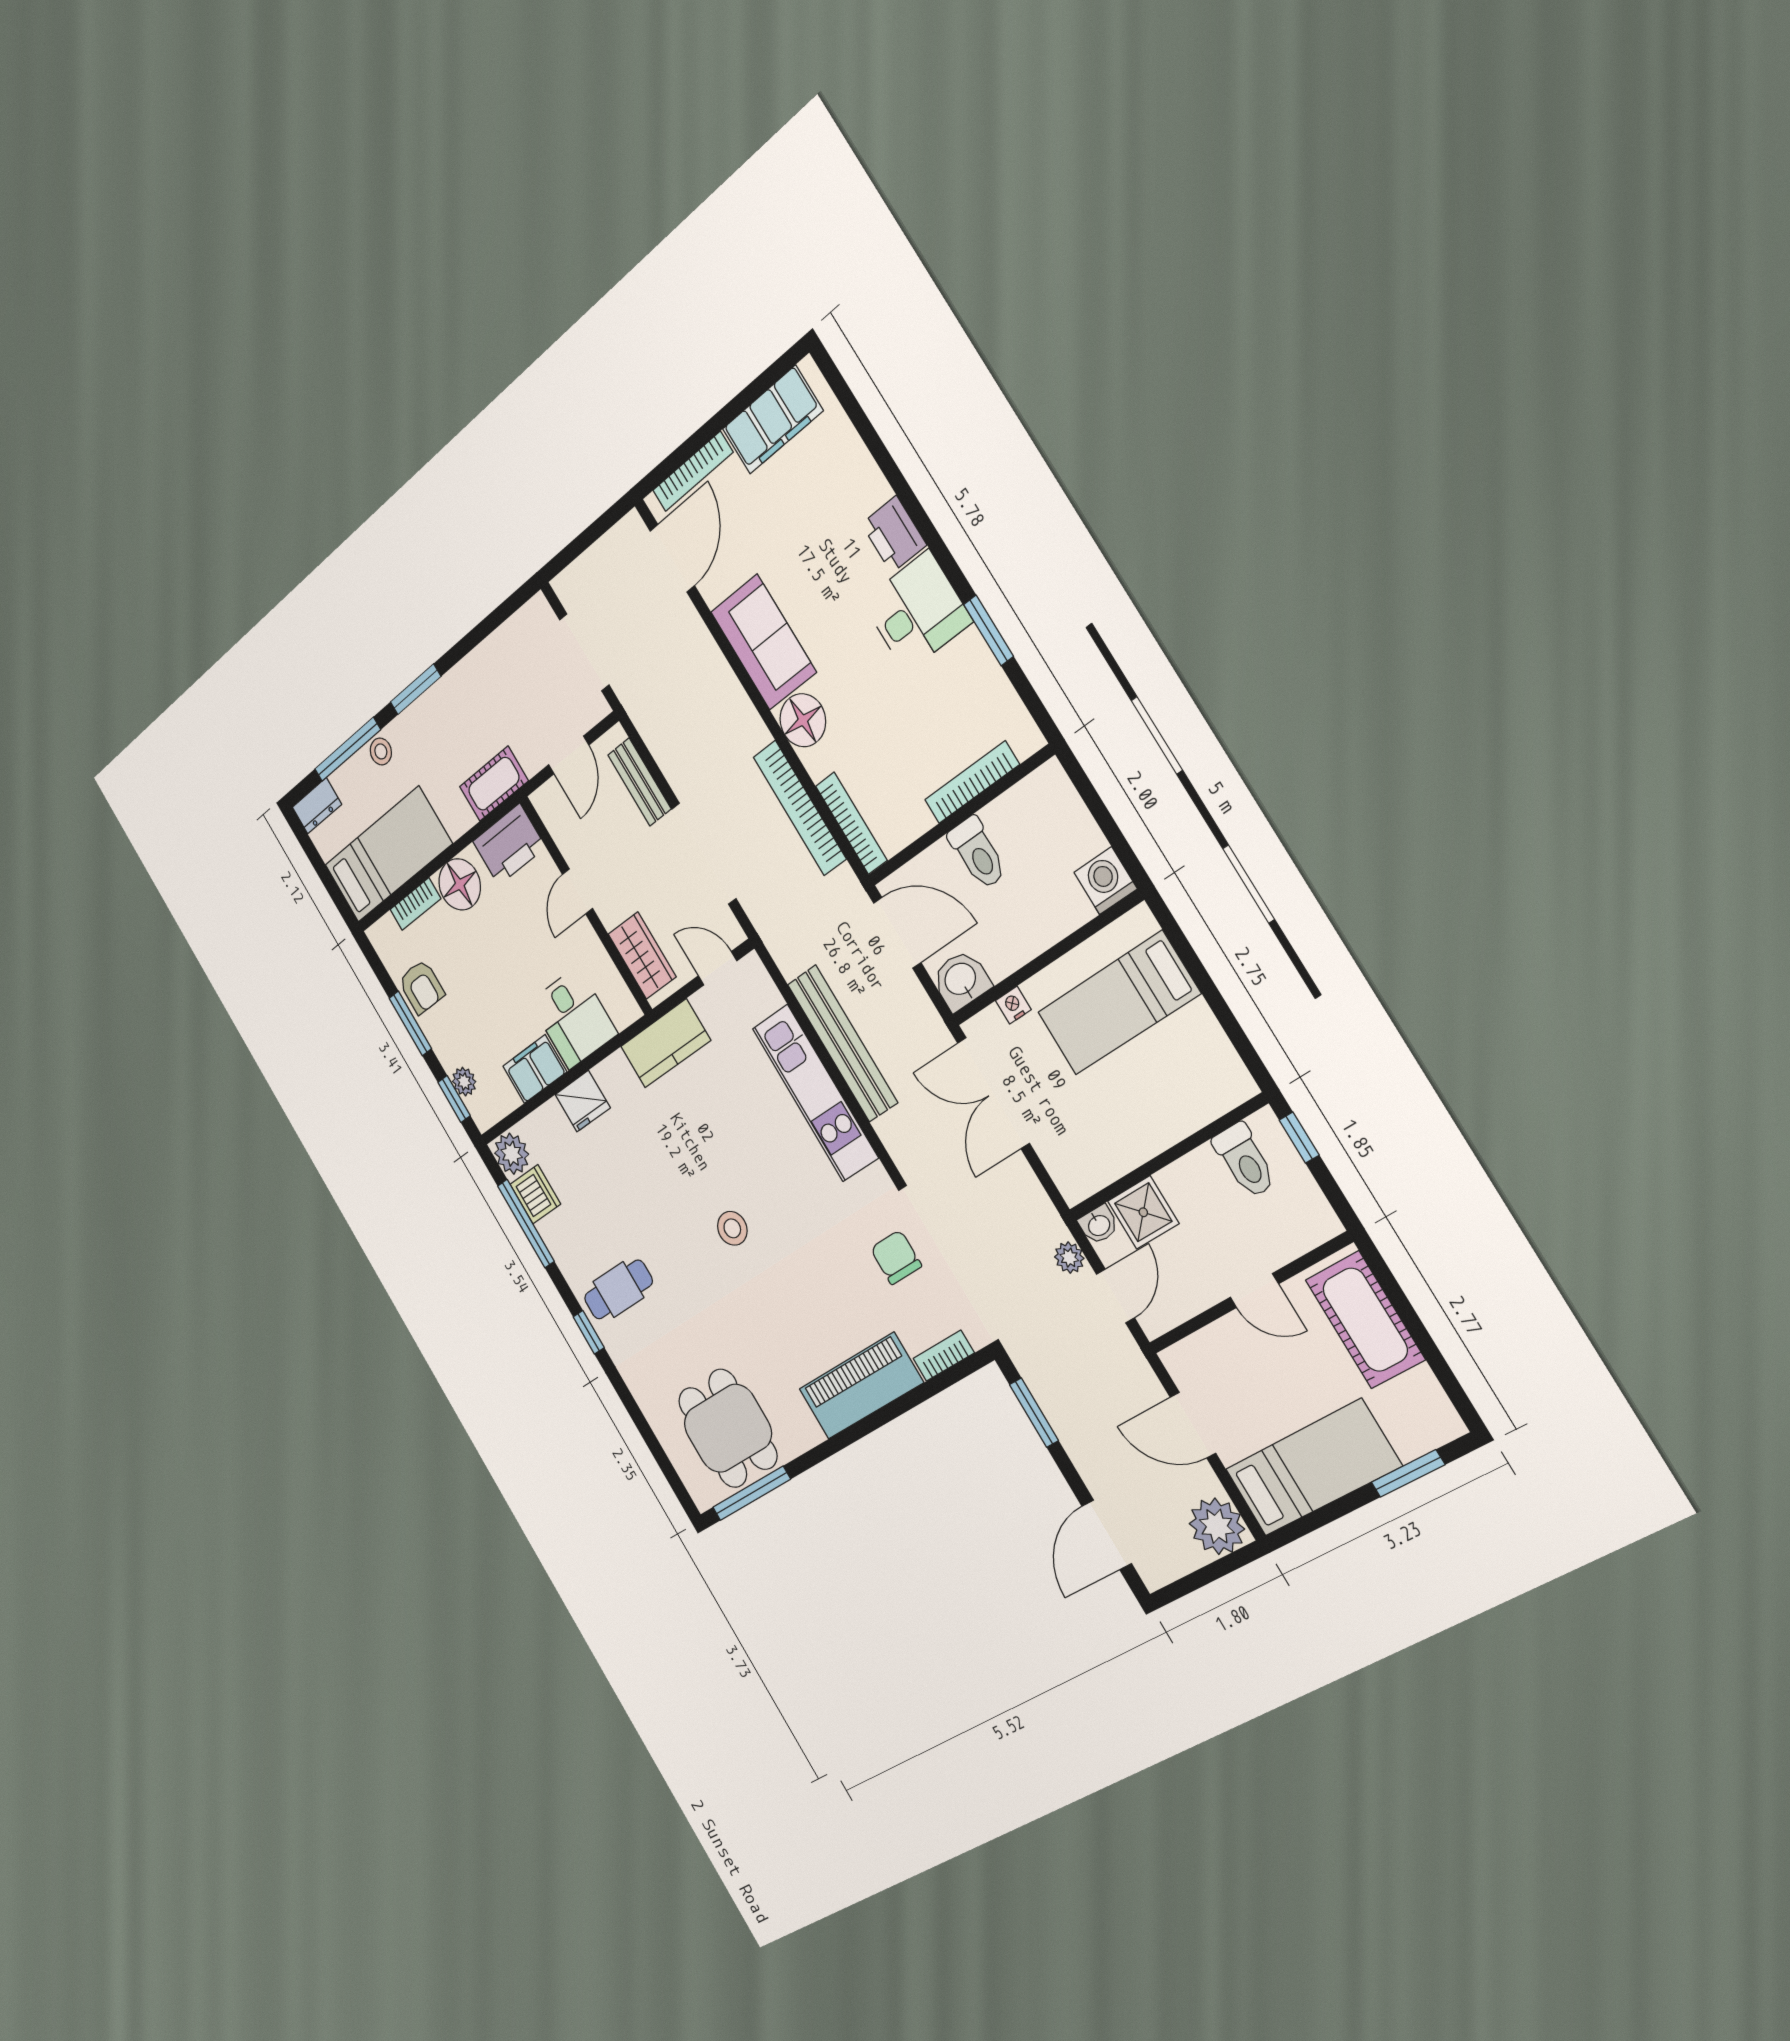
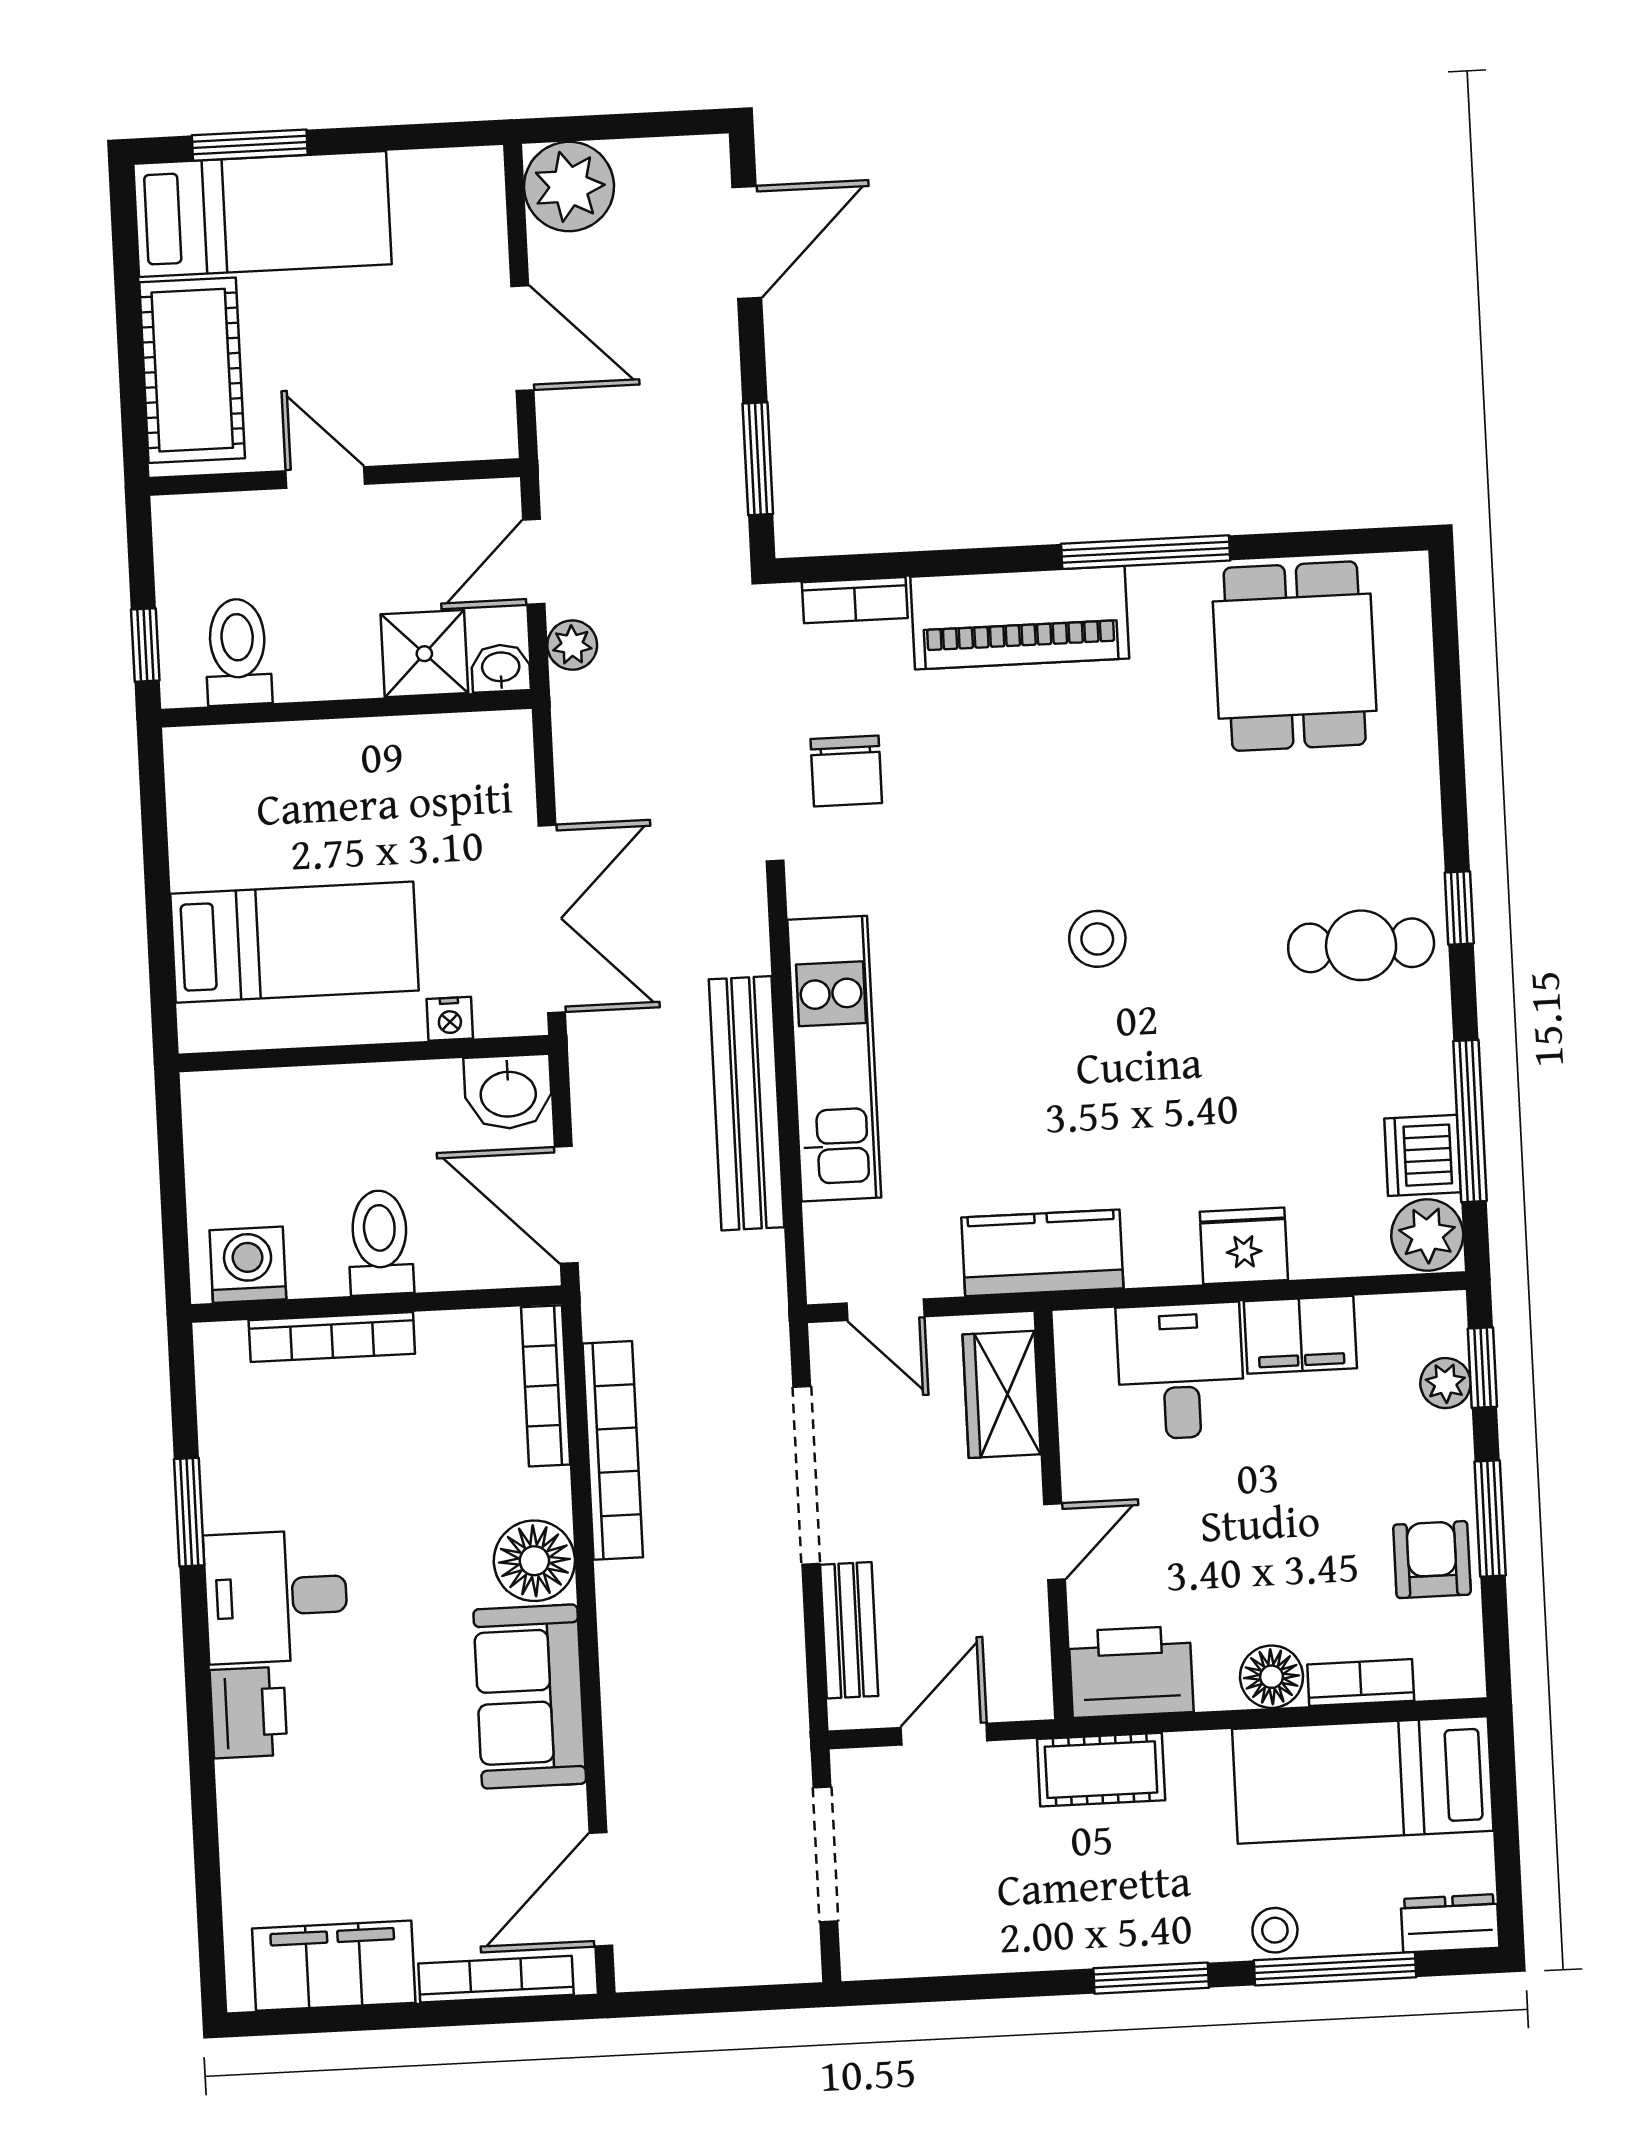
washing machine: (1106, 881) -> (248, 1265), moved, turned 180
floor lamp: (460, 884) -> (1271, 1677), width x0.73, depth x0.73
bed: (1313, 1468) -> (262, 214), moved, turned 180
window: (751, 1493) -> (1146, 552), moved

